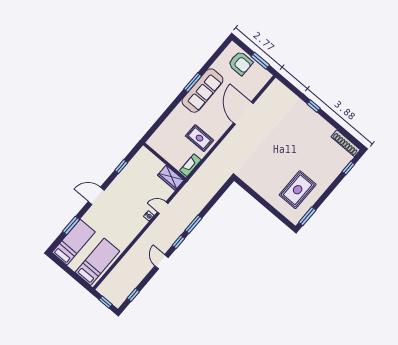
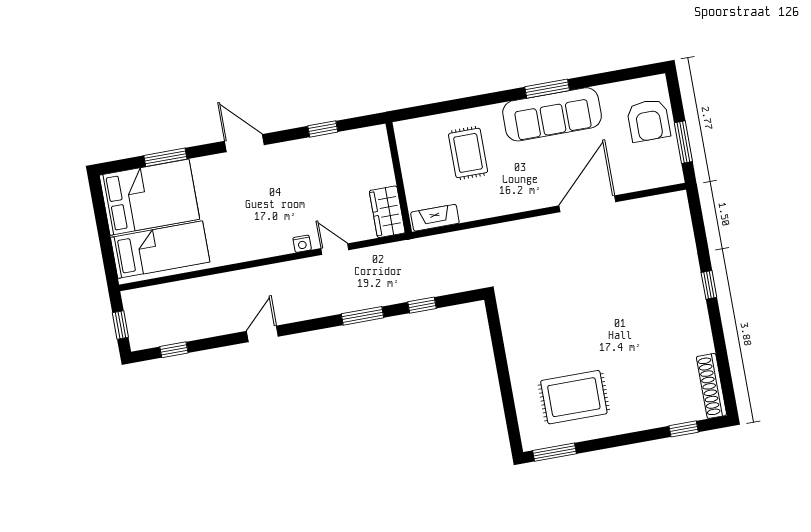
rug: (199, 138) -> (468, 153), moved
bed: (73, 242) -> (149, 197), width x1.50
window: (178, 242) -> (422, 305), moved

